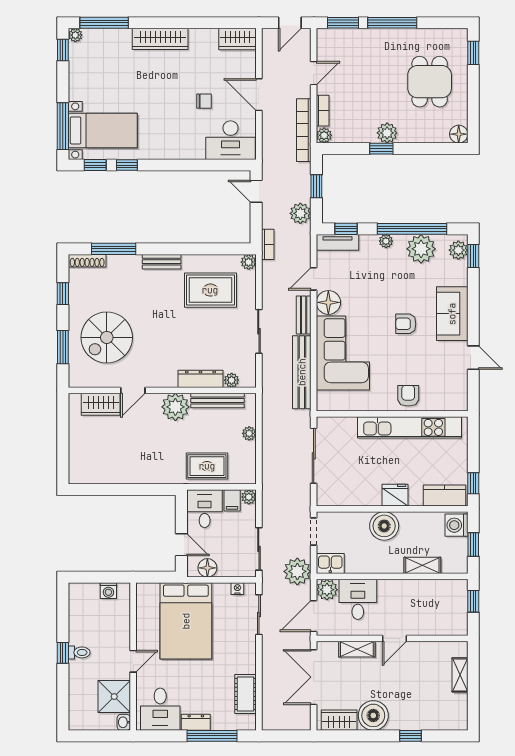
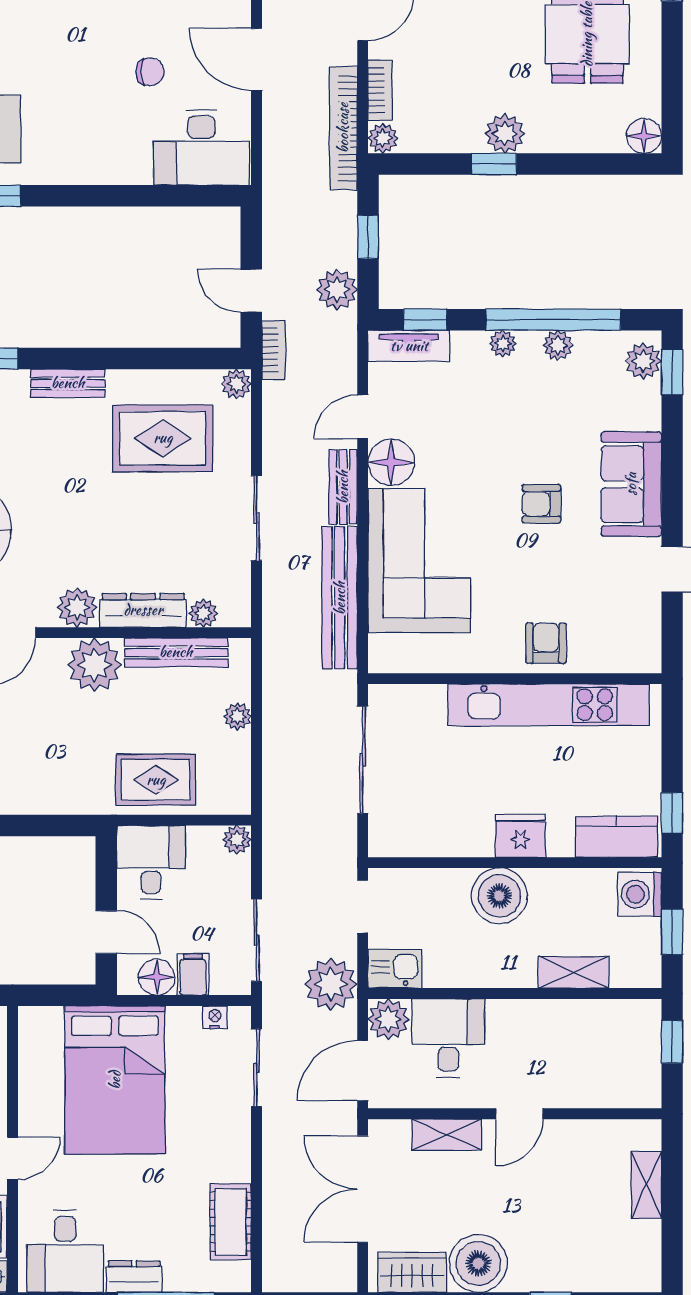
door: (256, 191) -> (251, 290), moved
plant: (421, 249) -> (558, 345), width x0.53, depth x0.53
plant: (166, 377) -> (77, 608), added
filing cabinet: (232, 500) -> (193, 975), moved, turned 180

